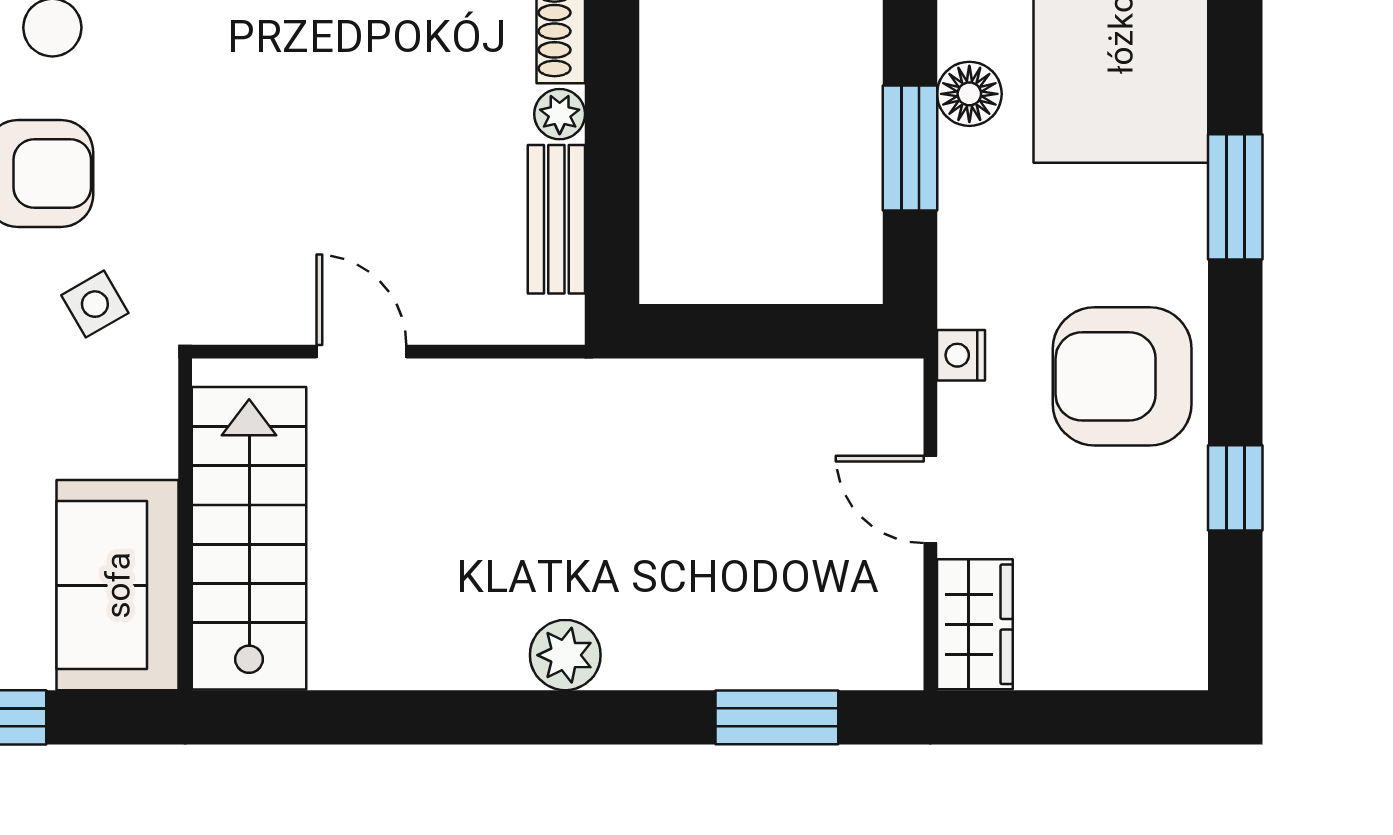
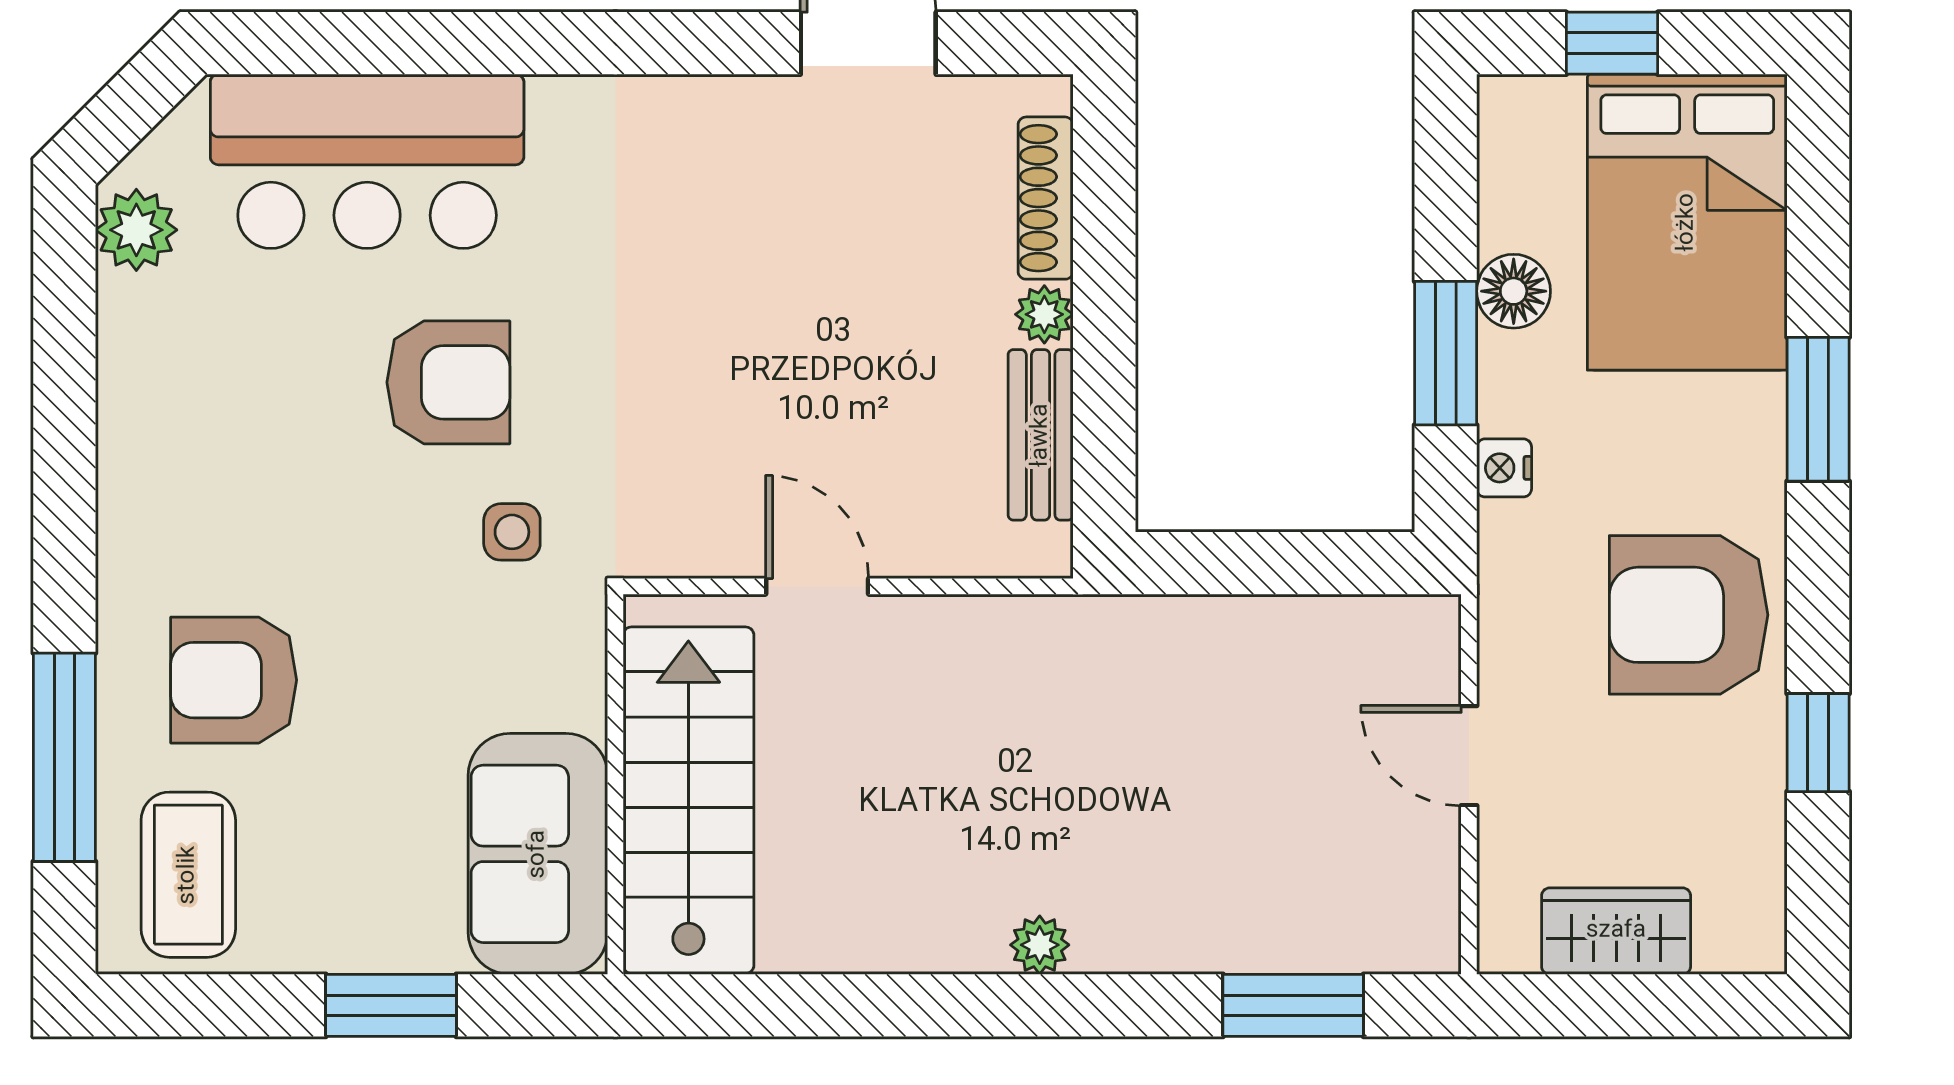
side table: (95, 304) -> (512, 532), turned 30
nightstand: (961, 355) -> (1504, 468), moved
wardrobe: (975, 624) -> (1616, 931), moved, turned -90
plant: (565, 655) -> (1040, 945), width x0.73, depth x0.73

